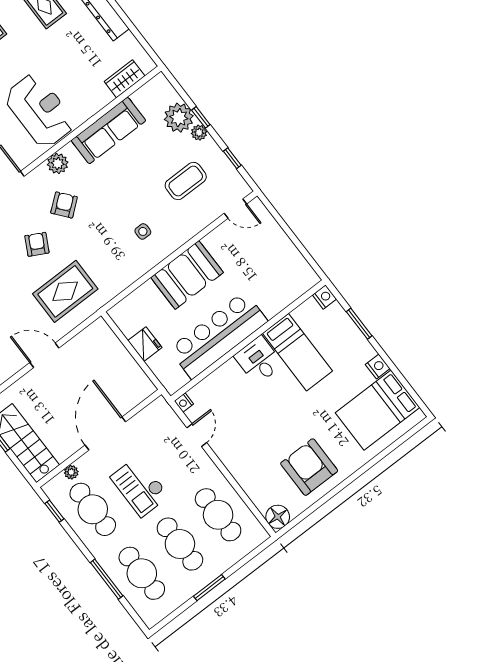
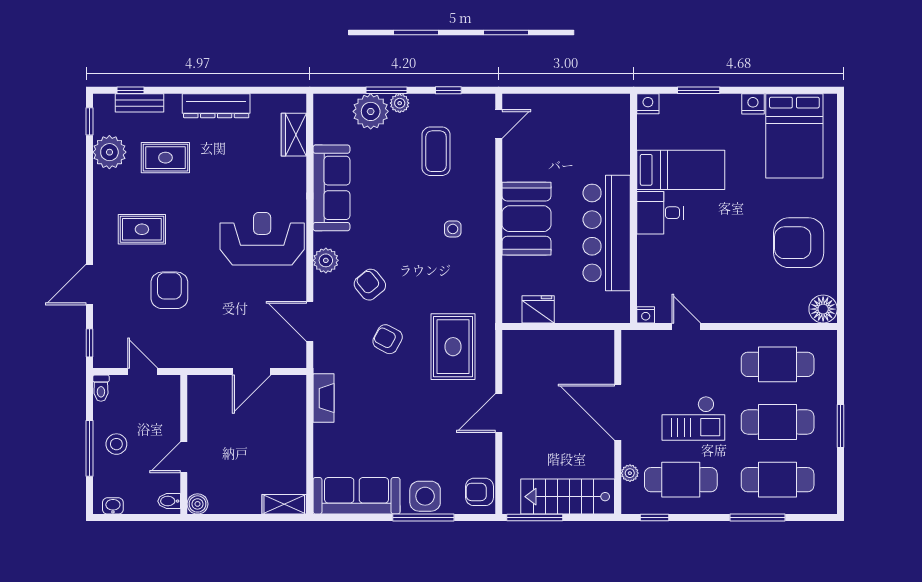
window: (201, 117) -> (387, 90), width x1.50
fridge: (145, 344) -> (538, 309), moved

